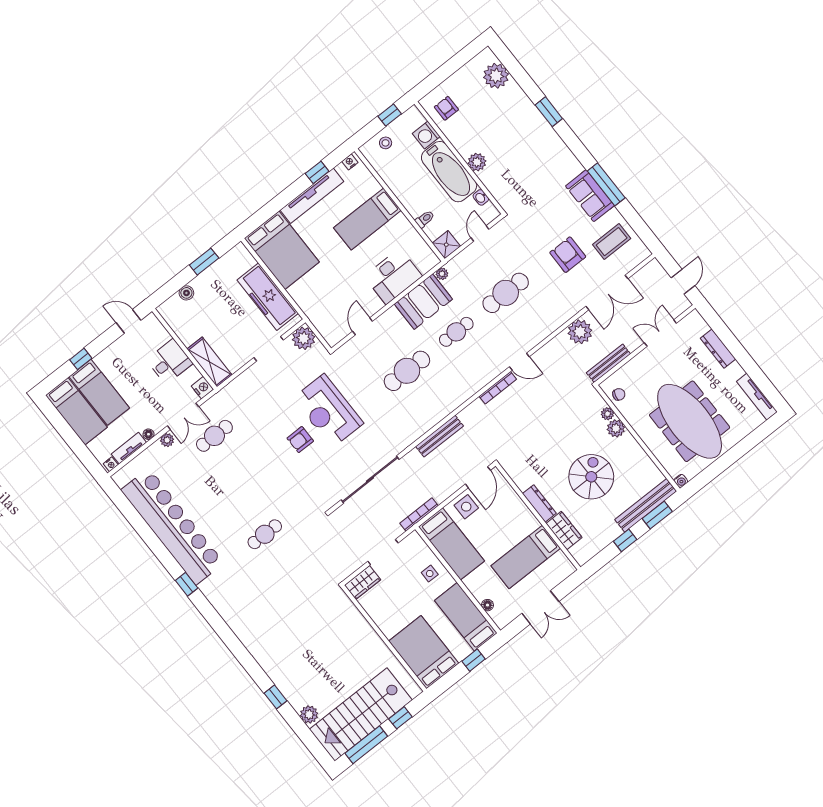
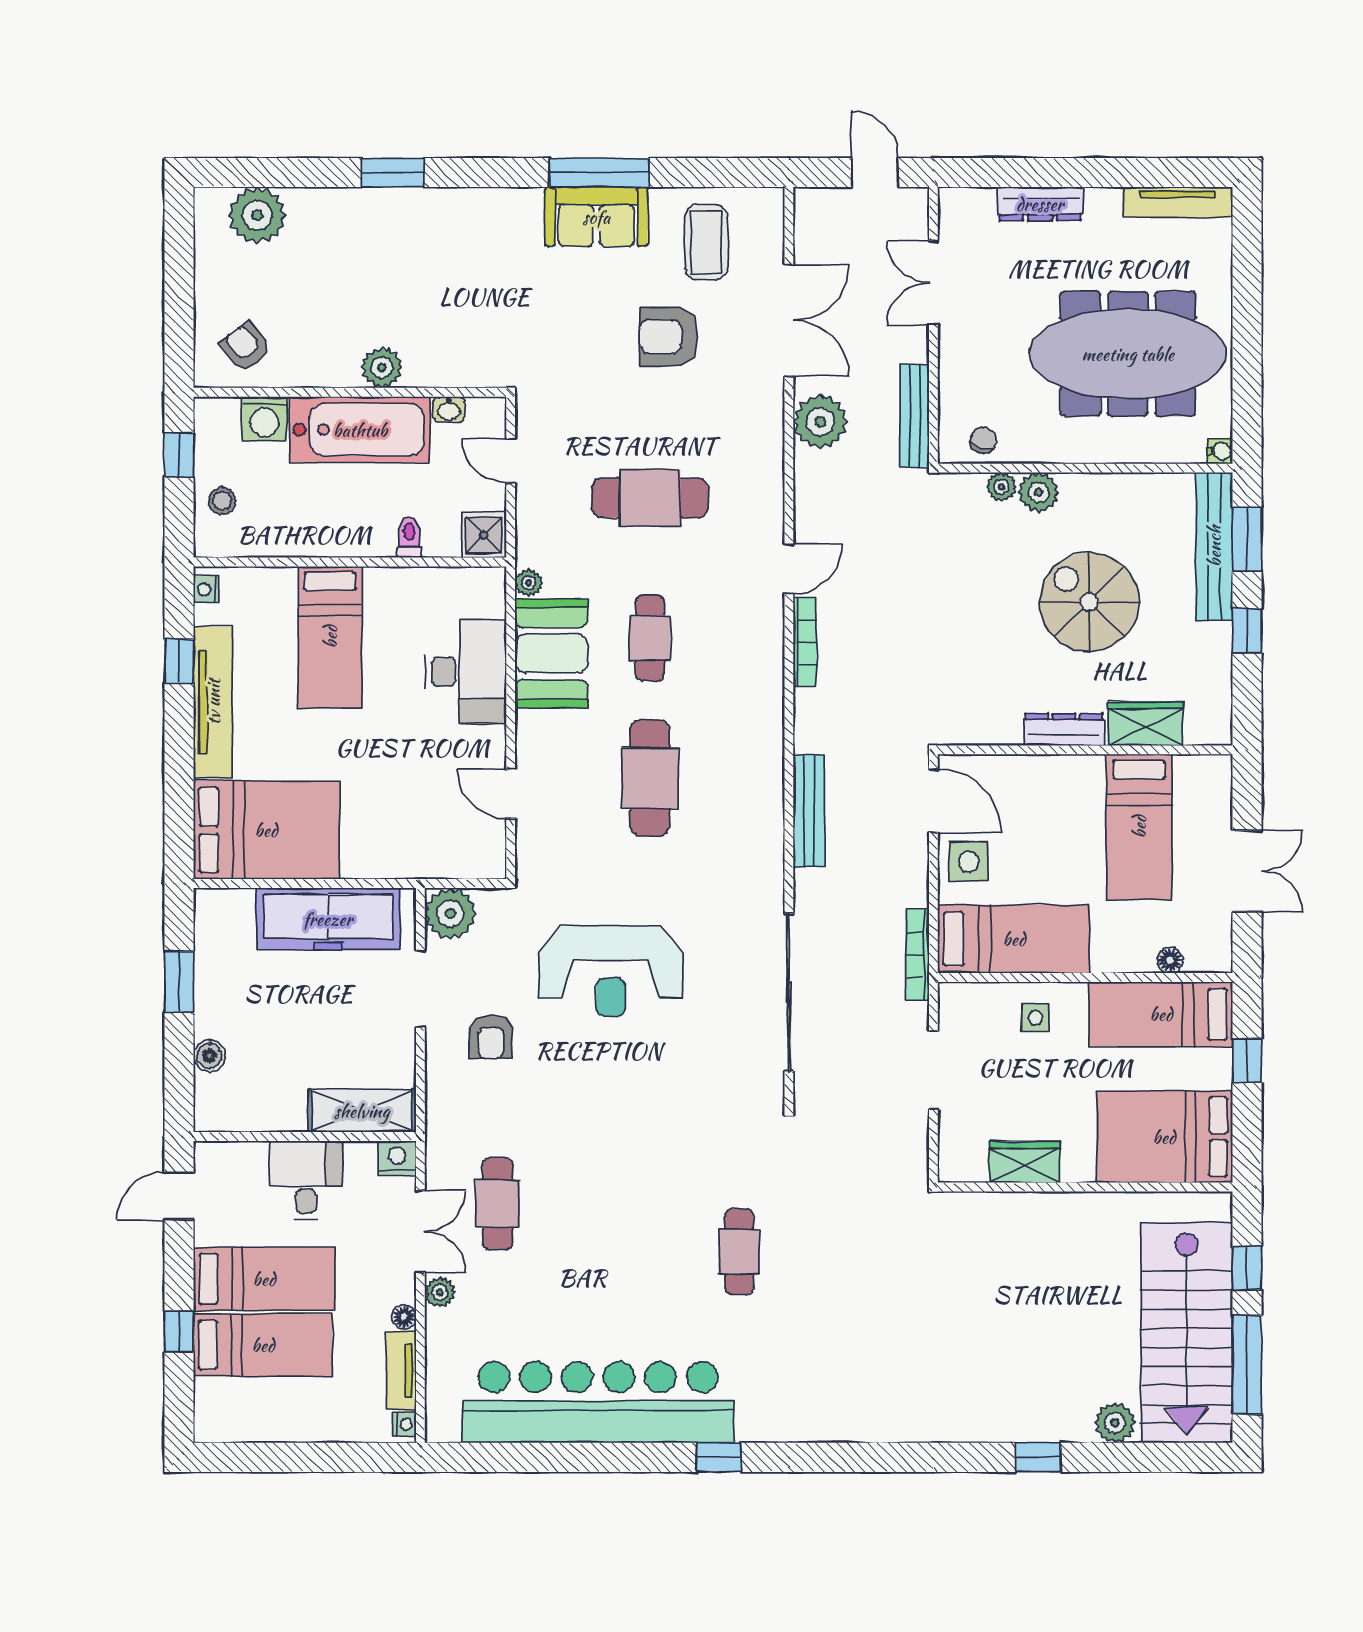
armchair: (446, 108) -> (246, 347), turned 52
cafe table: (506, 293) -> (650, 498), turned 90
bed: (76, 411) -> (264, 1279), moved
armchair: (300, 440) -> (491, 1037), moved
wardrobe: (363, 582) -> (1024, 1162), moved, turned -90

